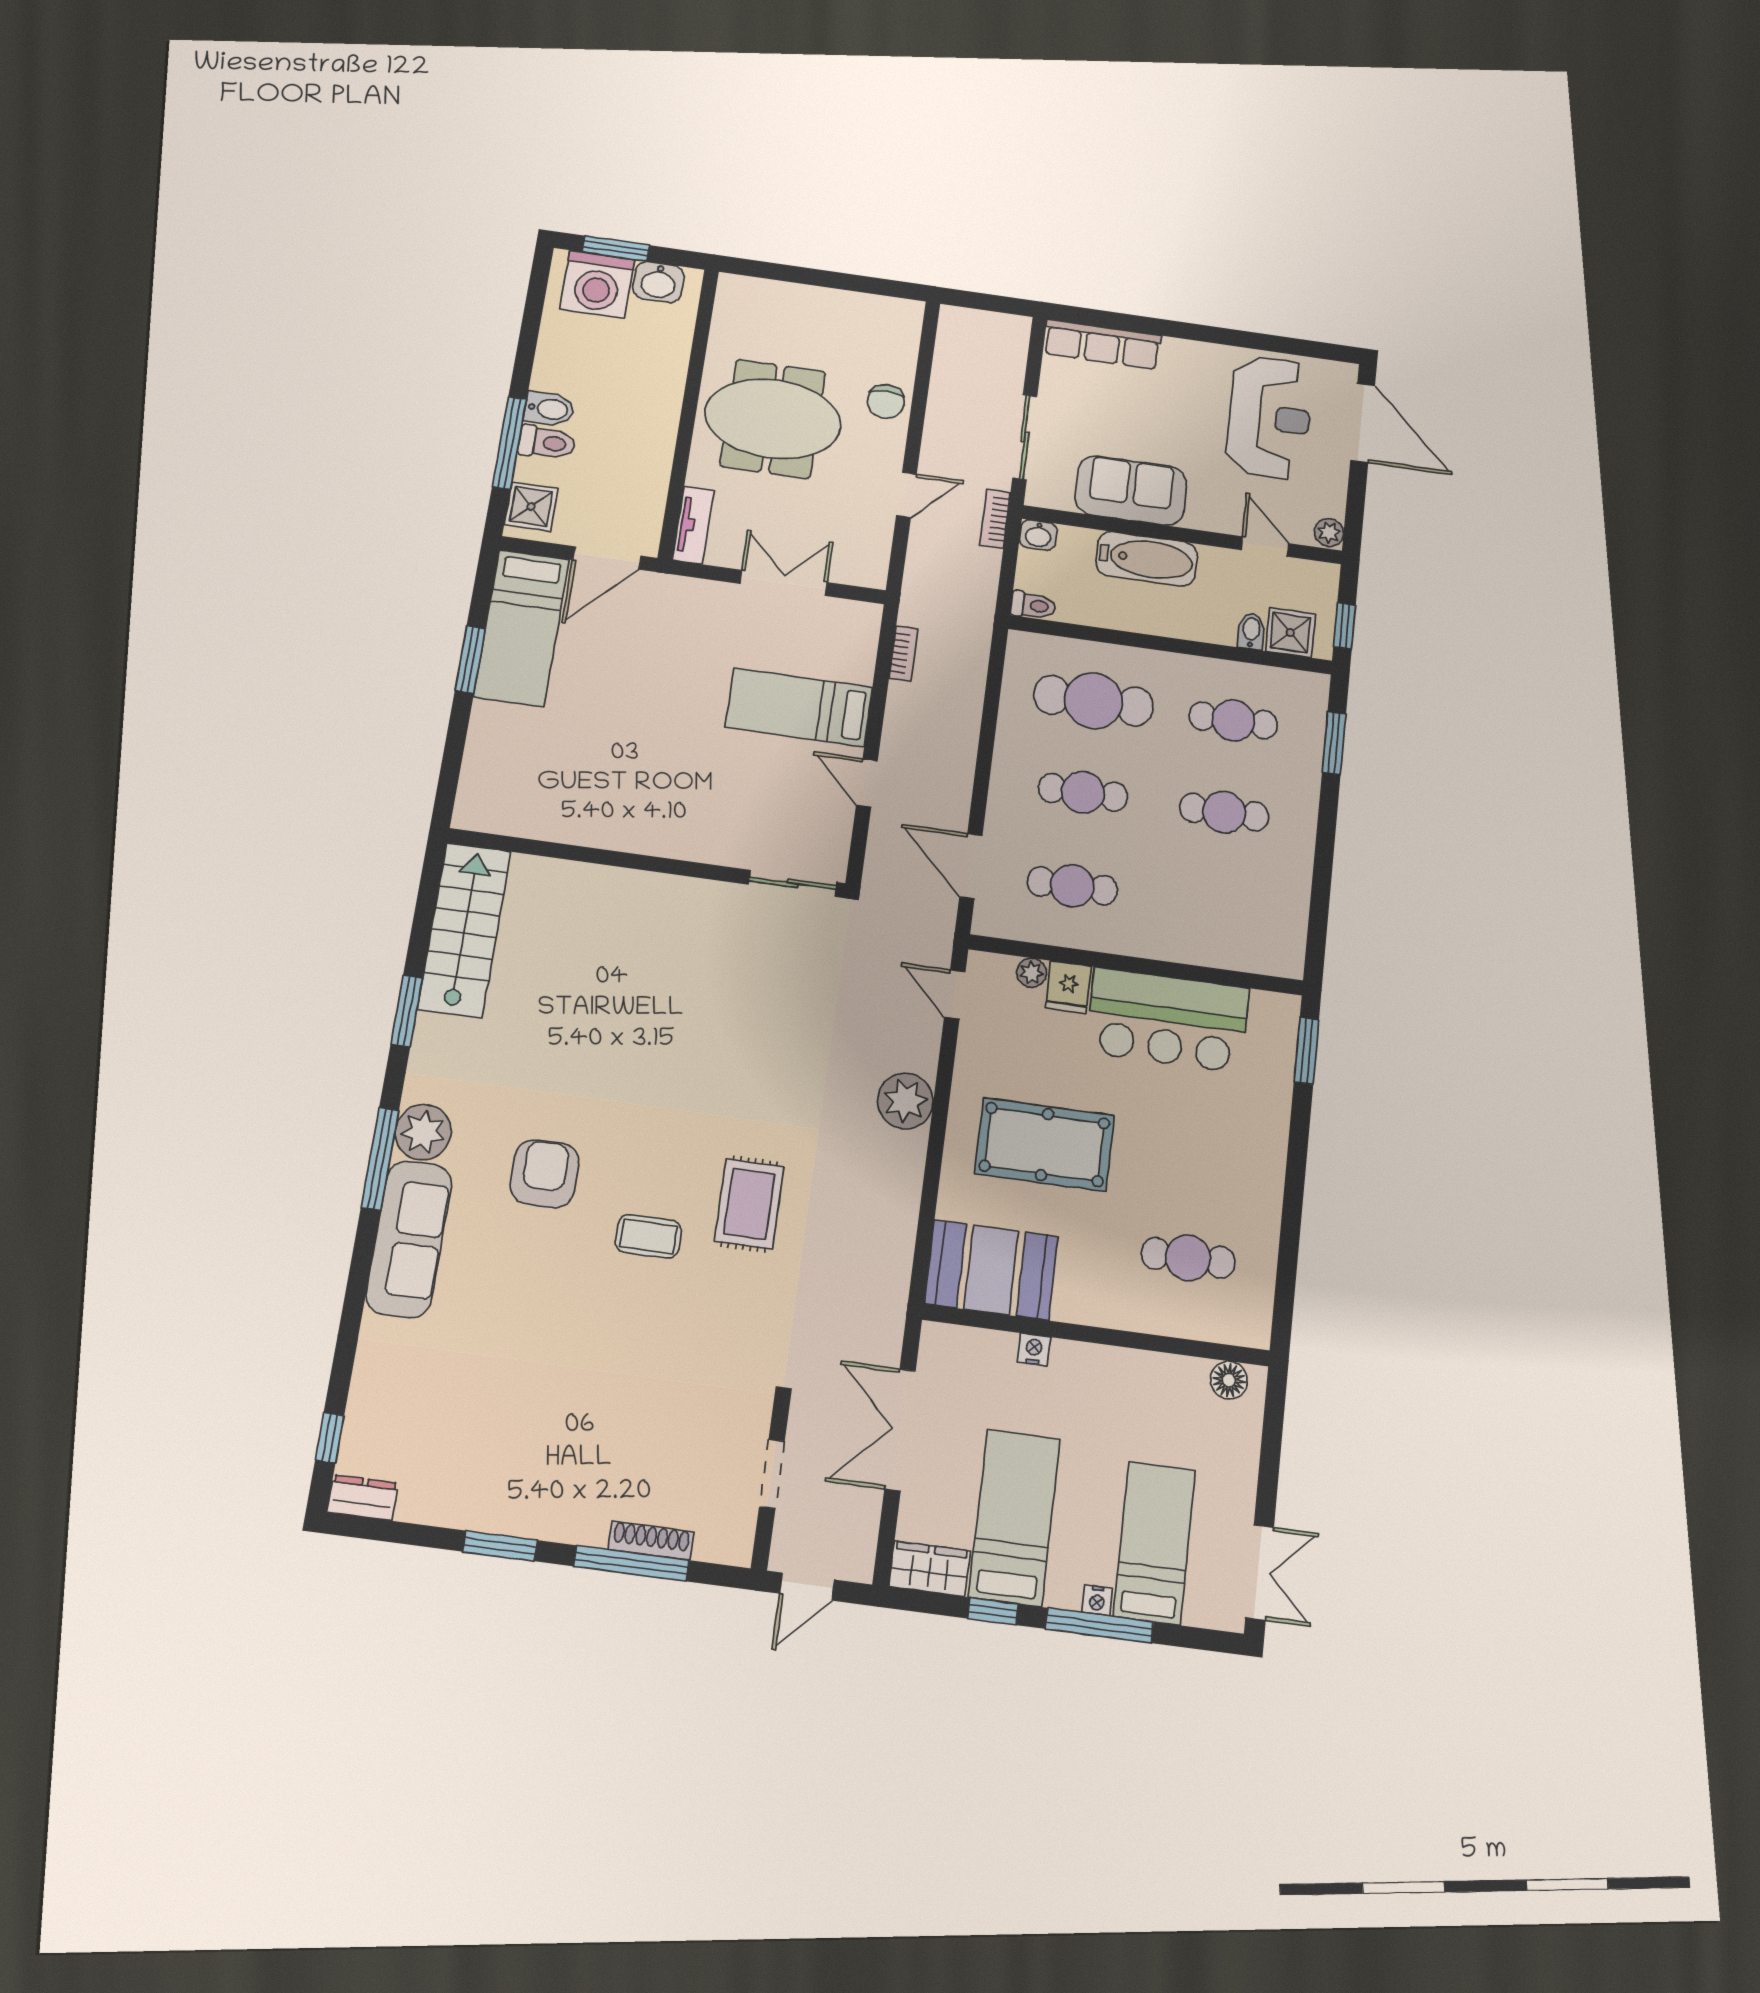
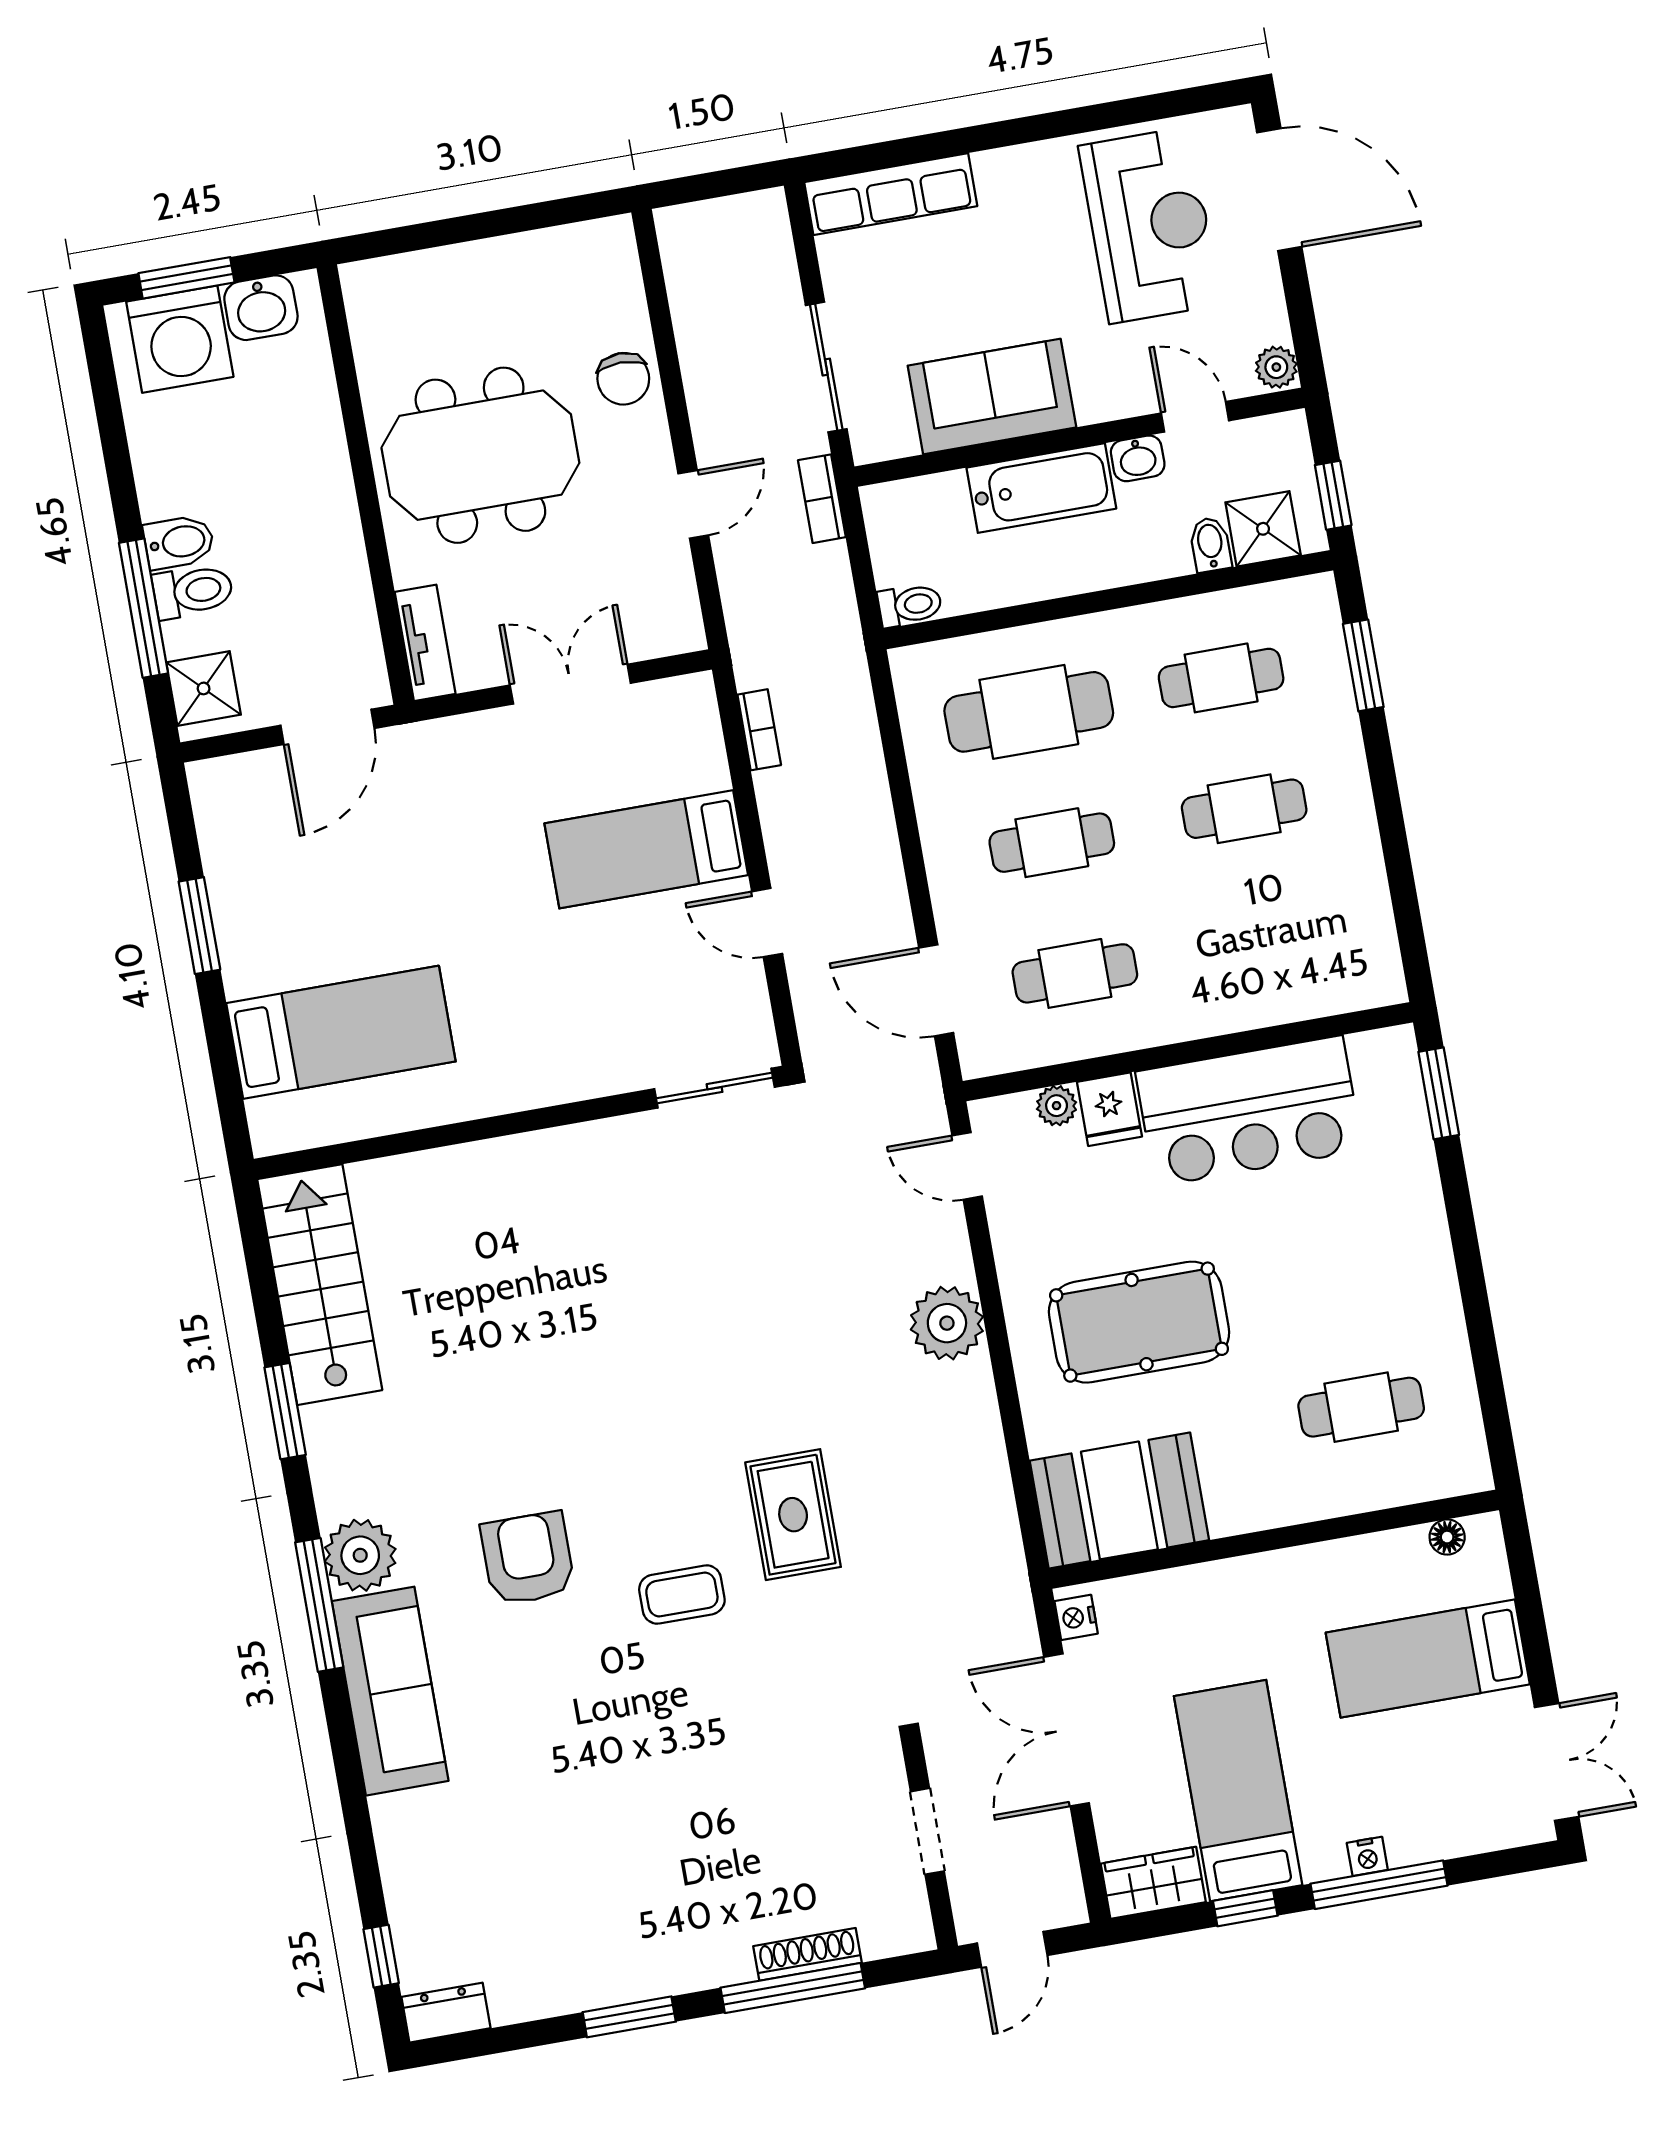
washbasin: (1038, 535) -> (1138, 458), moved
bed: (522, 628) -> (341, 1032), moved, turned -90
nightstand: (1034, 1349) -> (1076, 1617), moved, turned -90
floor lamp: (1229, 1380) -> (1447, 1537), width x0.73, depth x0.73
bed: (1154, 1543) -> (1428, 1658), moved, turned -90

